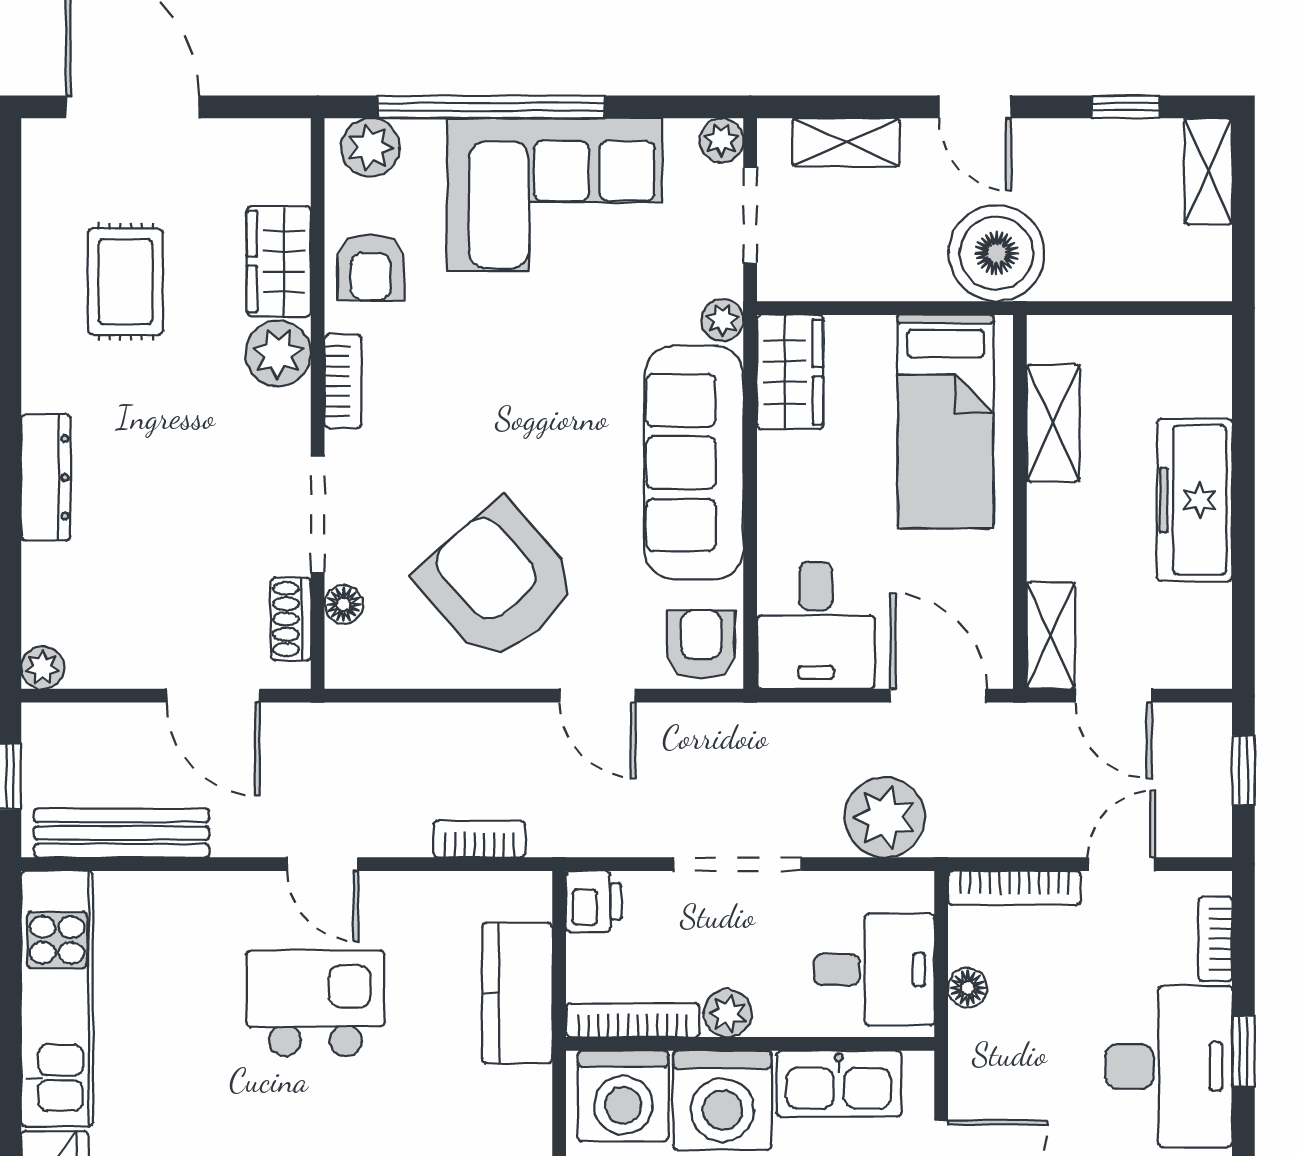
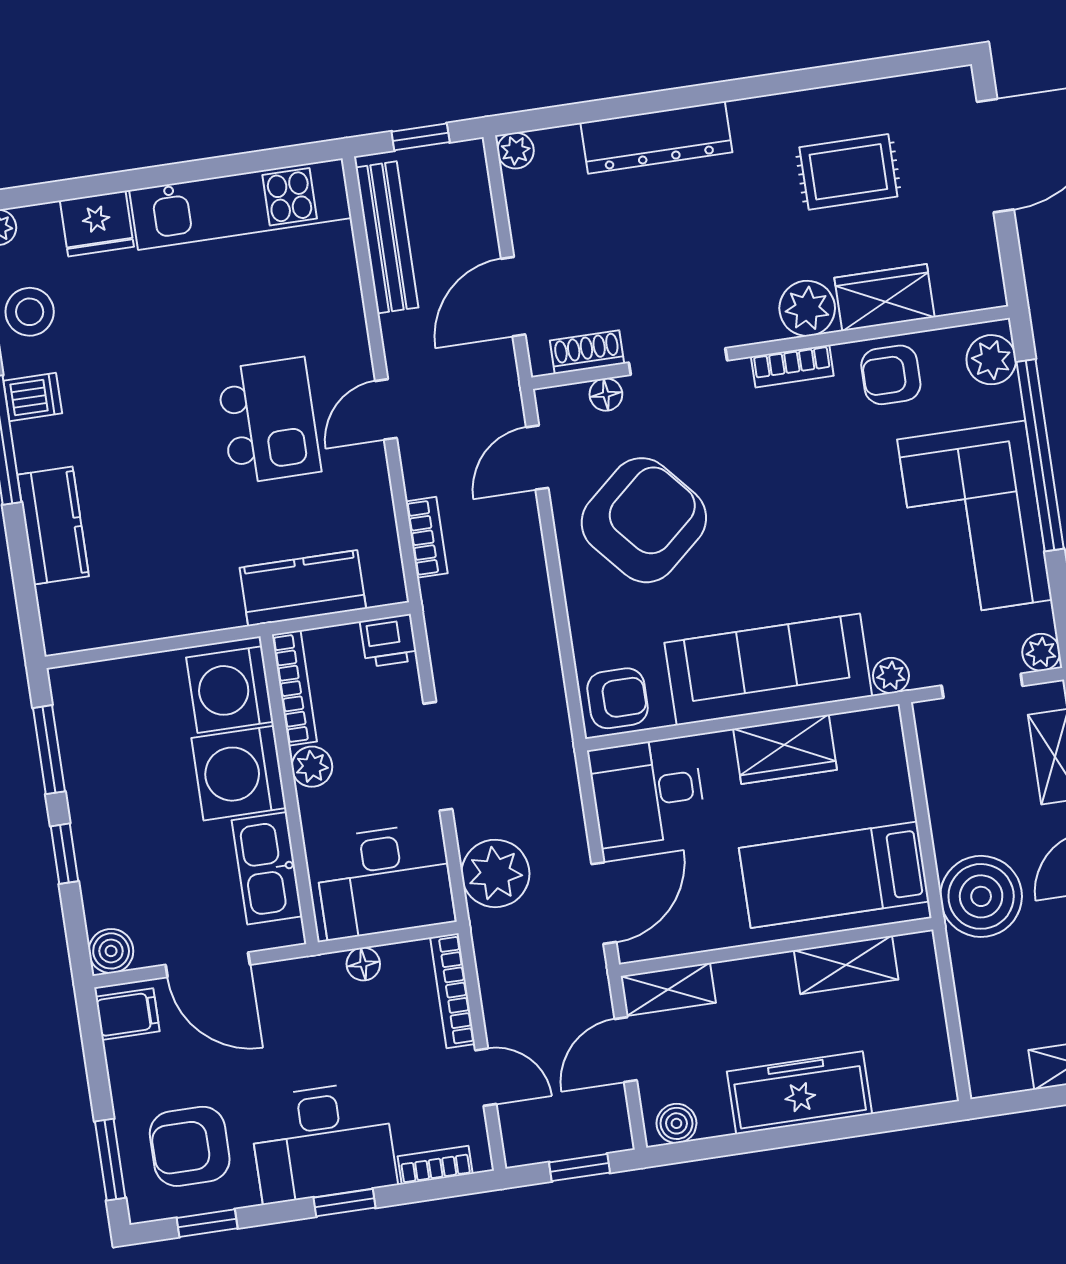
wardrobe: (790, 372) -> (785, 749), moved
dresser: (46, 477) -> (656, 137), width x1.37, depth x1.24
boiler: (1209, 649) -> (676, 1123), added
door: (598, 696) -> (537, 458), moved
desk: (874, 970) -> (384, 881), width x1.37

